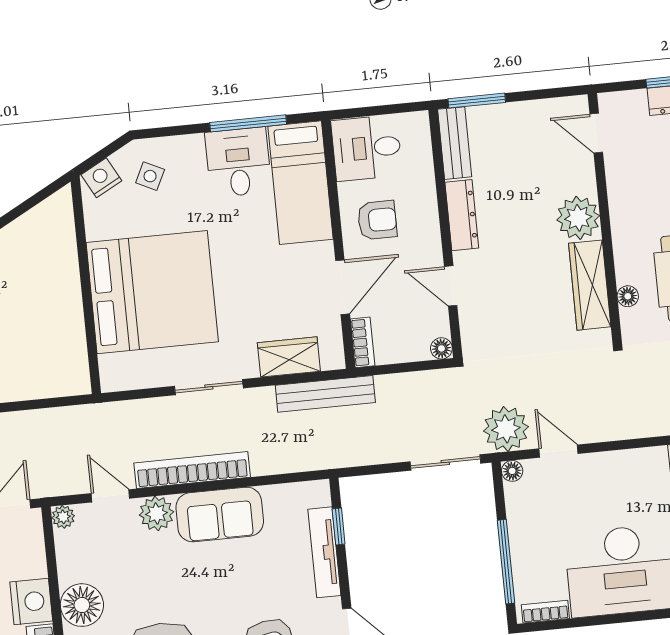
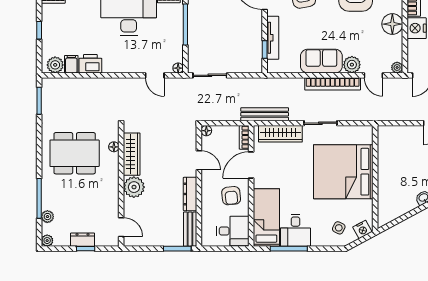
armchair: (377, 220) -> (231, 196), turned -96
wardrobe: (289, 357) -> (280, 134), width x1.50
plant: (506, 429) -> (179, 89), removed

